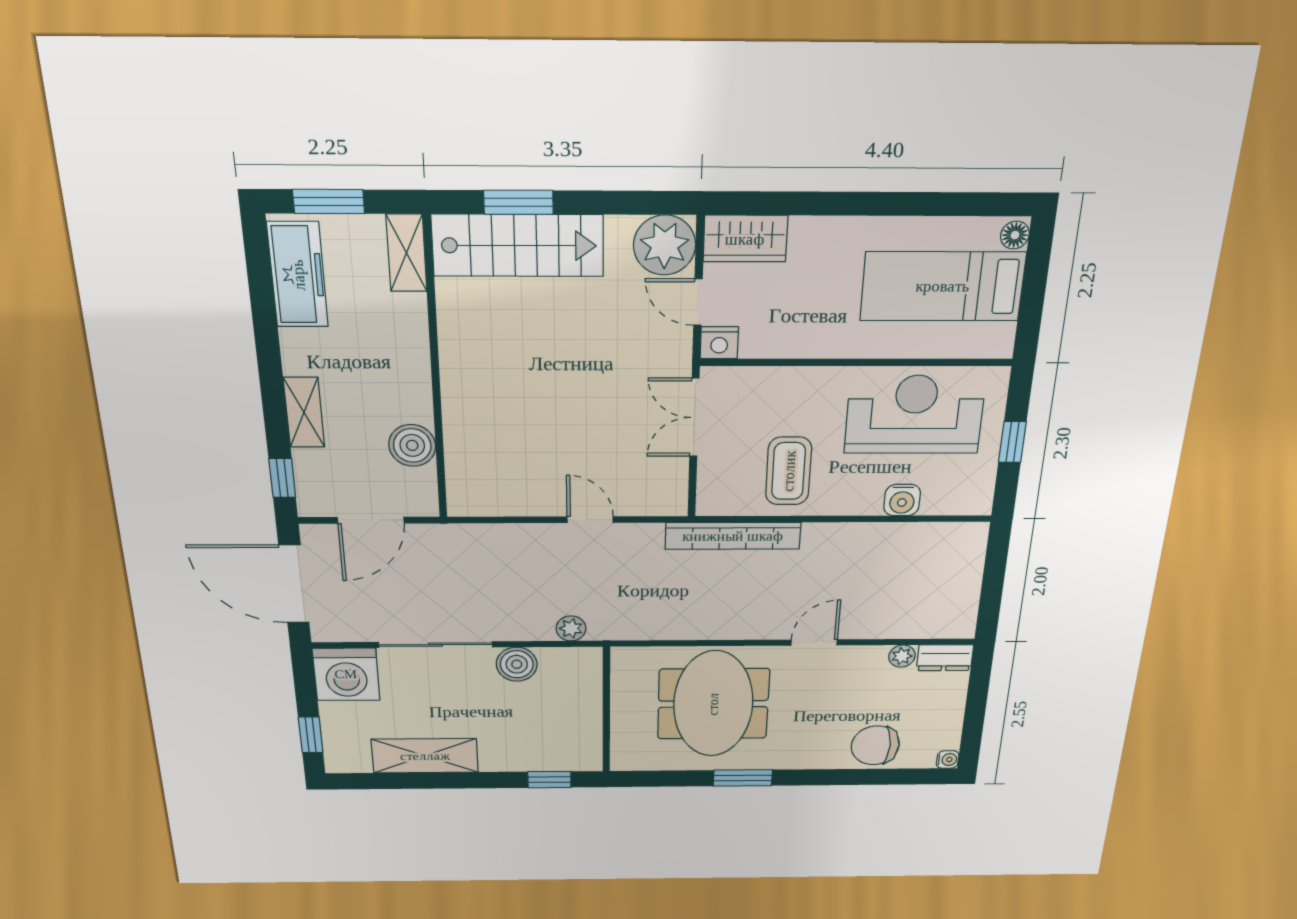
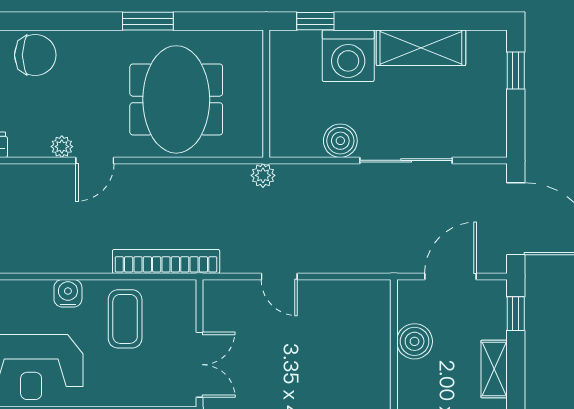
water cooler: (902, 500) -> (68, 293), moved
plant: (571, 628) -> (263, 175), moved
plant: (902, 656) -> (62, 147), moved
washing machine: (346, 674) -> (348, 56), moved, turned 180

